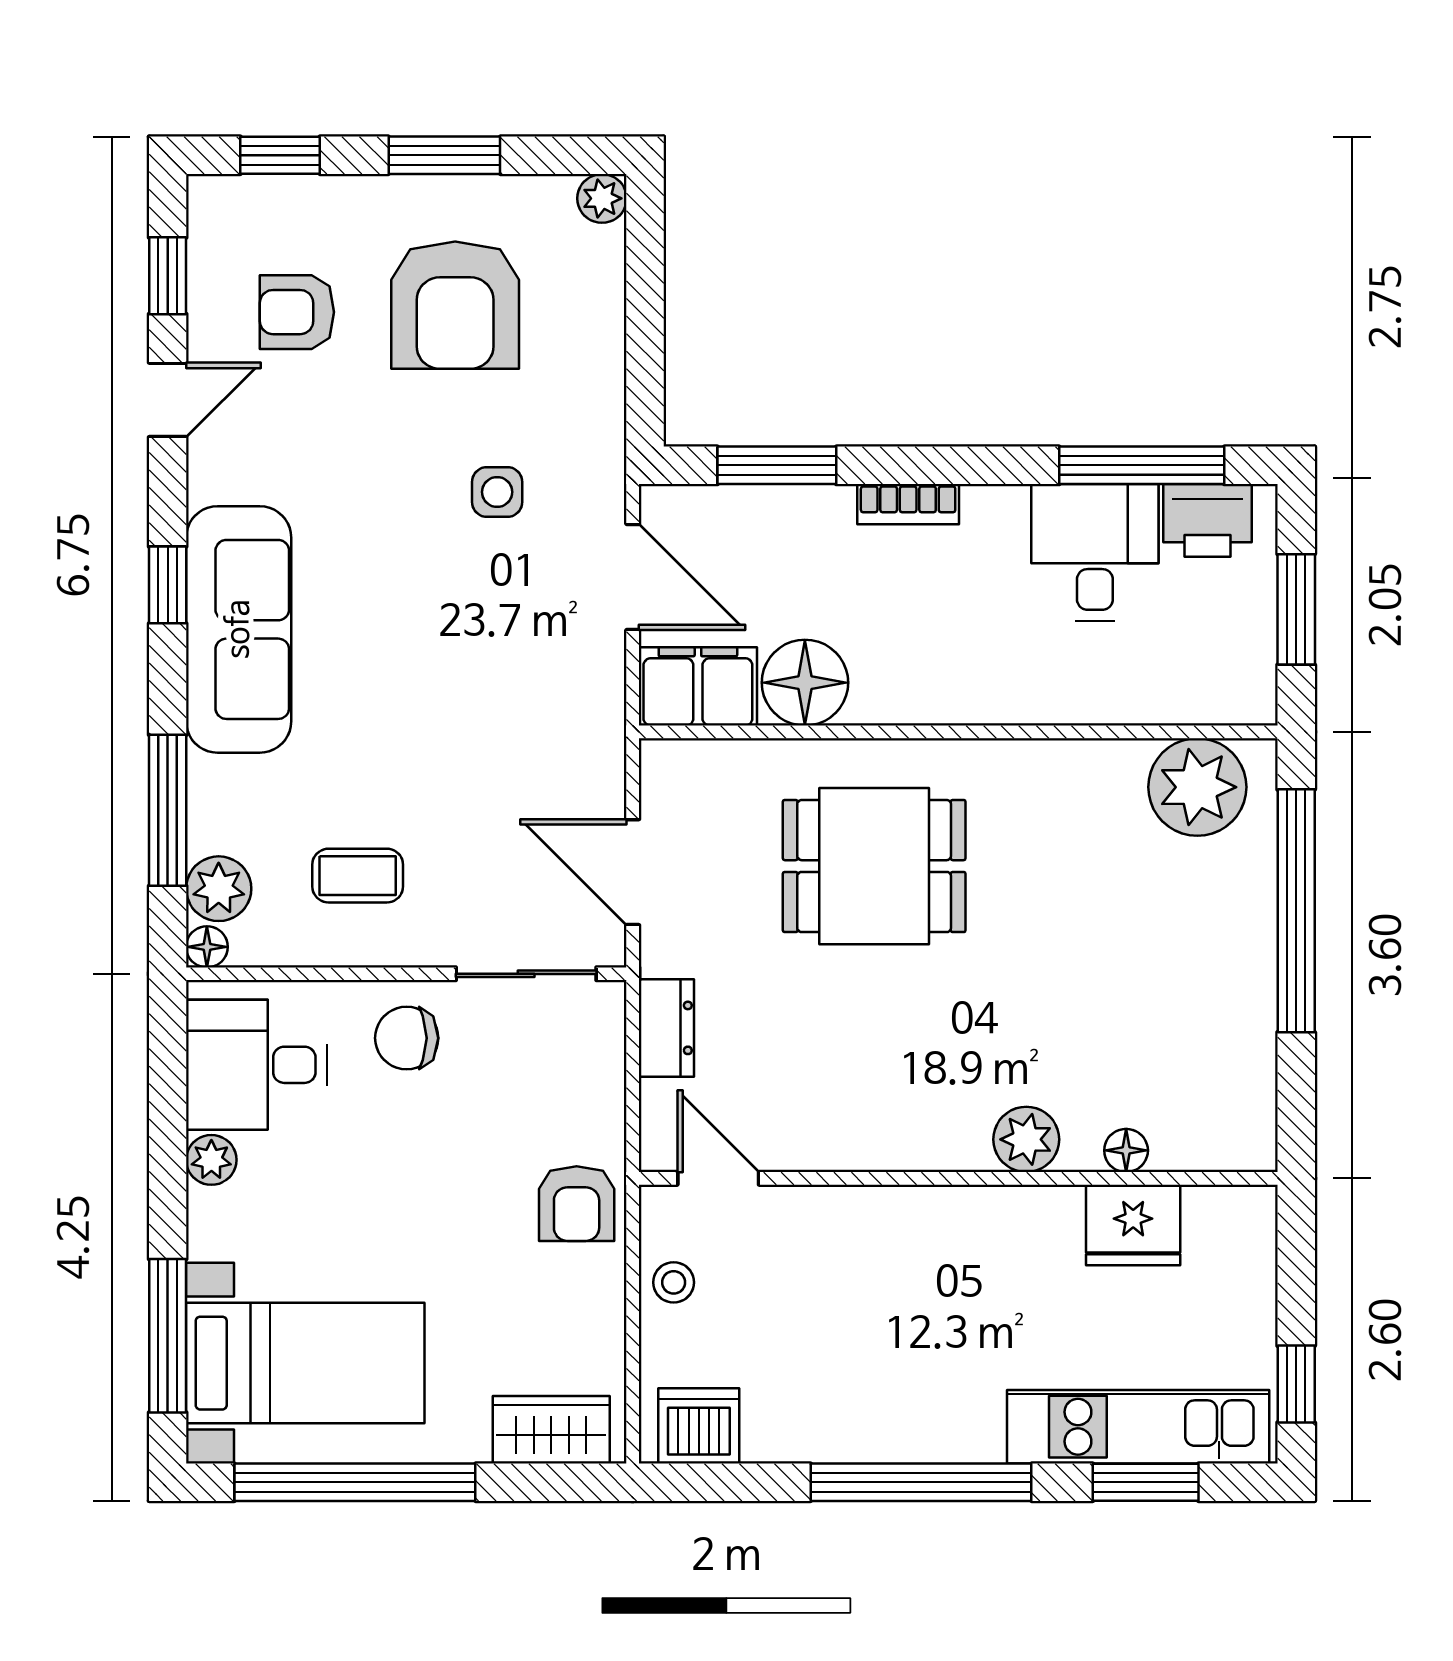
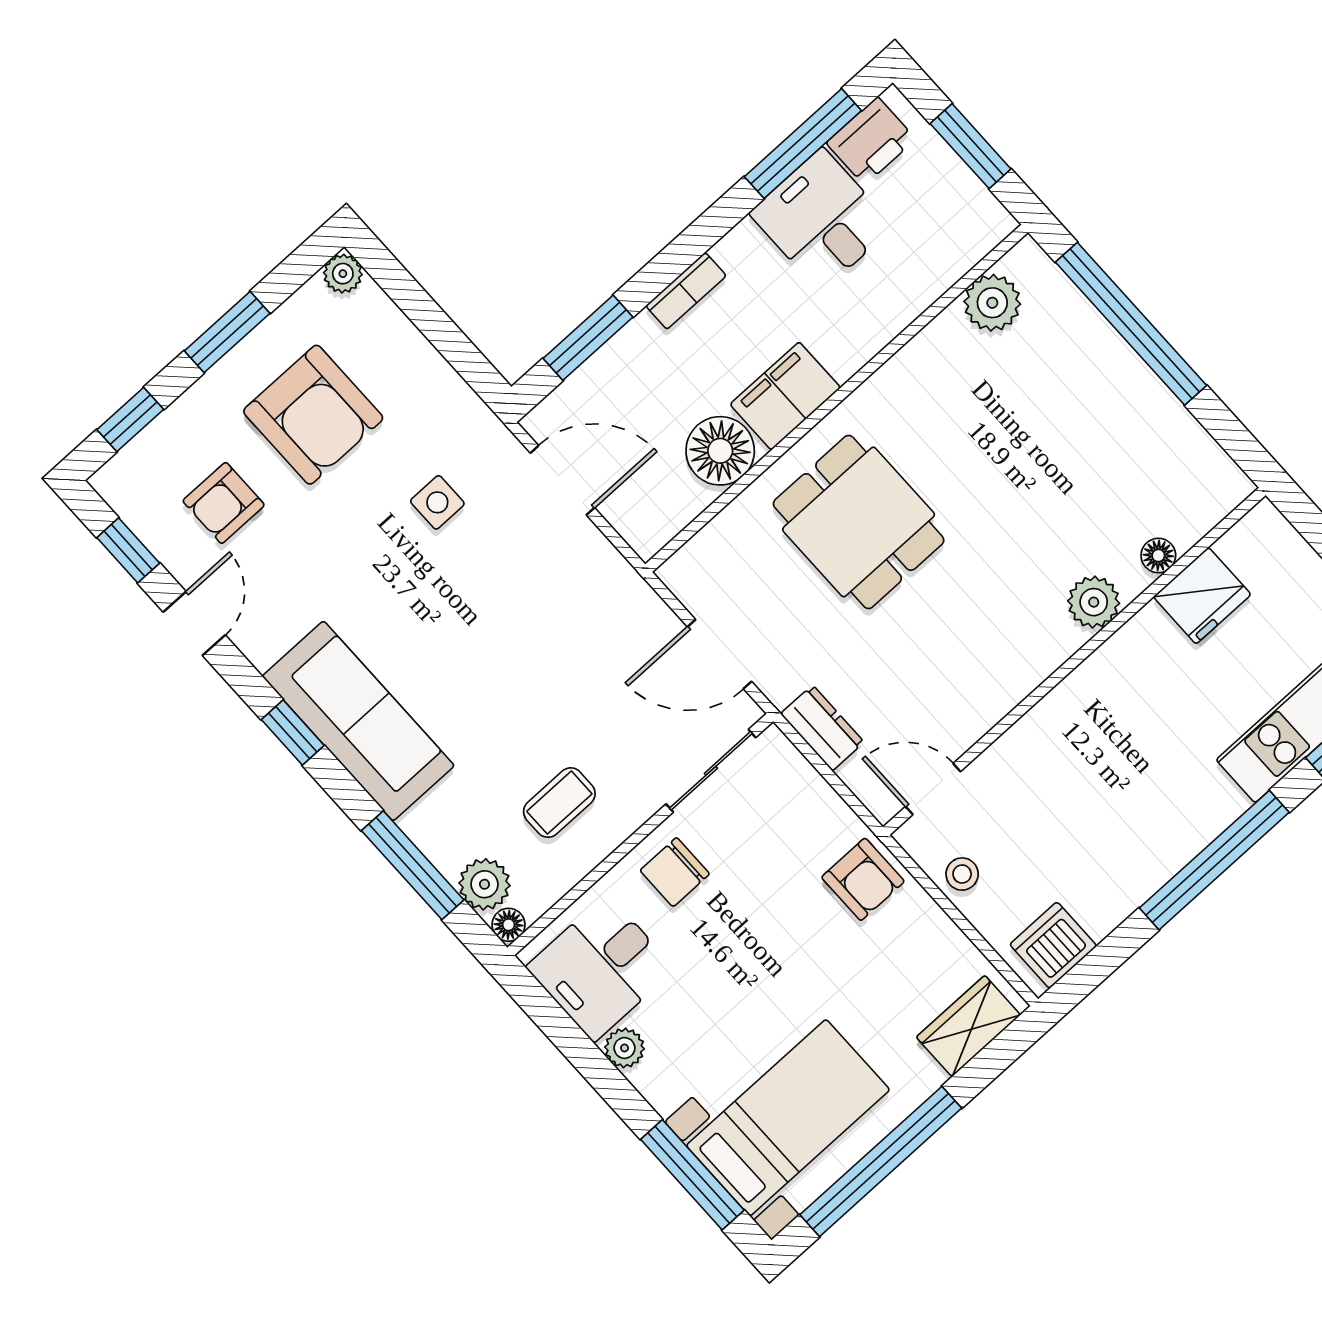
filing cabinet: (698, 686) -> (785, 396), moved
plant: (1197, 787) -> (992, 303), width x0.73, depth x0.73
dining table: (874, 866) -> (859, 522), turned 90

